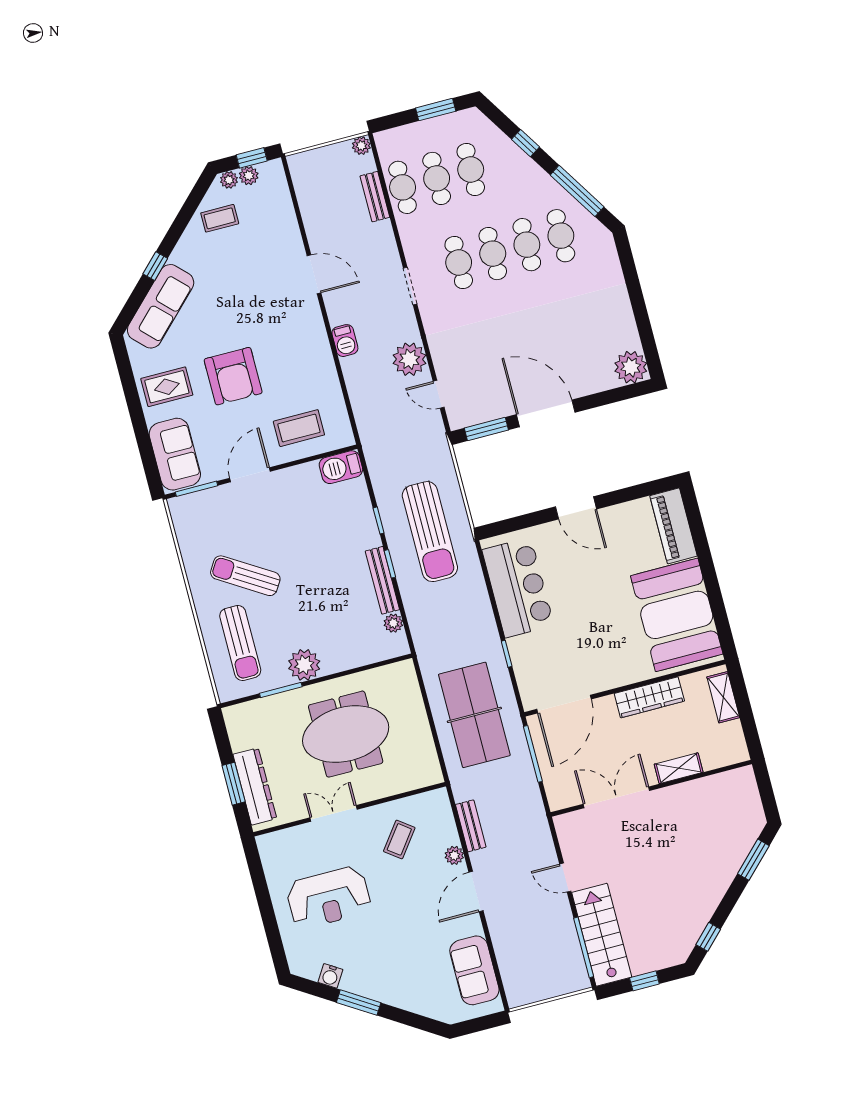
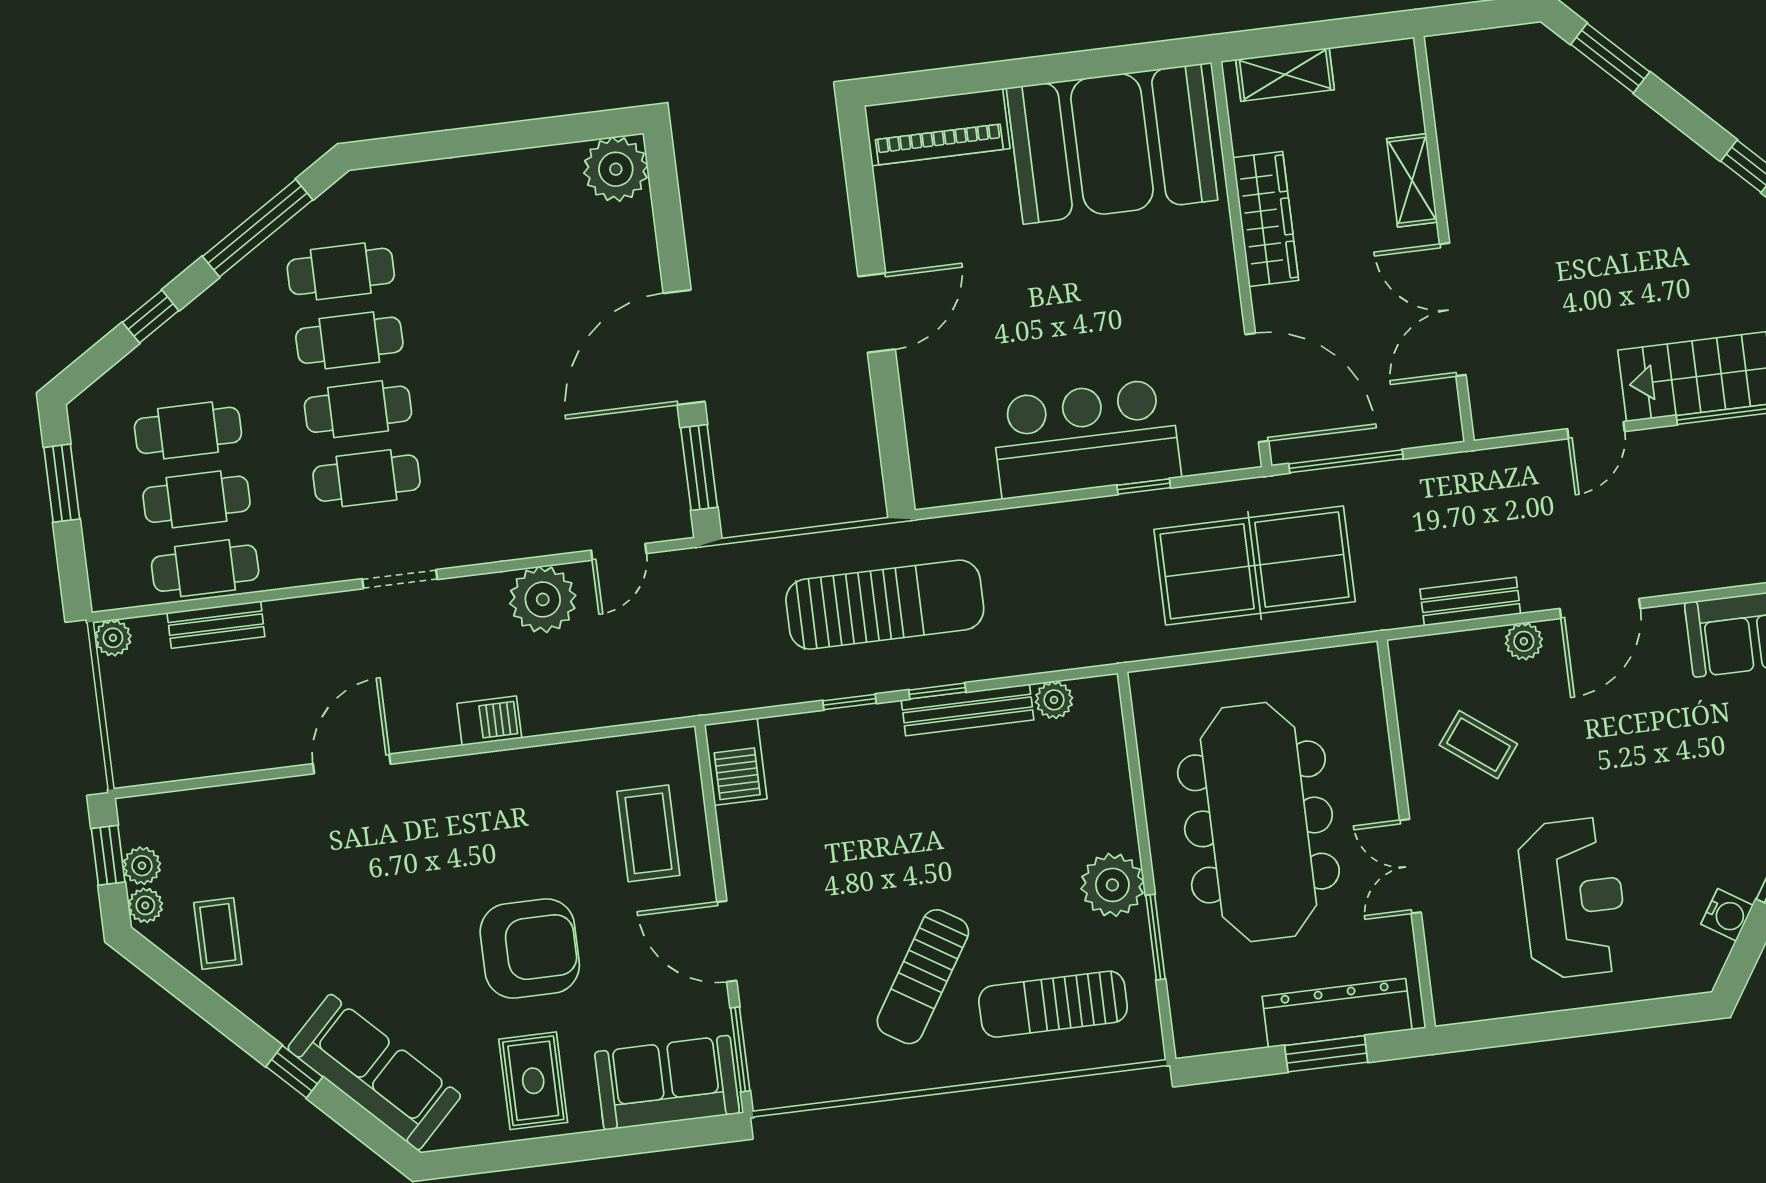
bar counter: (518, 587) -> (1086, 439), moved
sun lounger: (240, 643) -> (1053, 1004), turned 180
meeting table: (346, 734) -> (1258, 822), width x1.36
door: (476, 892) -> (1600, 608), hinge flipped

